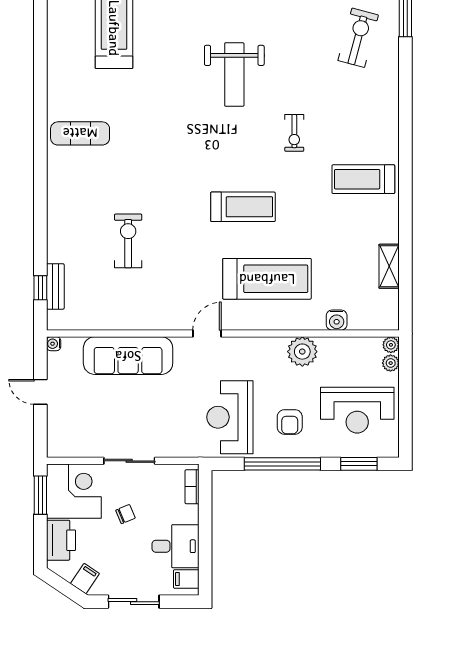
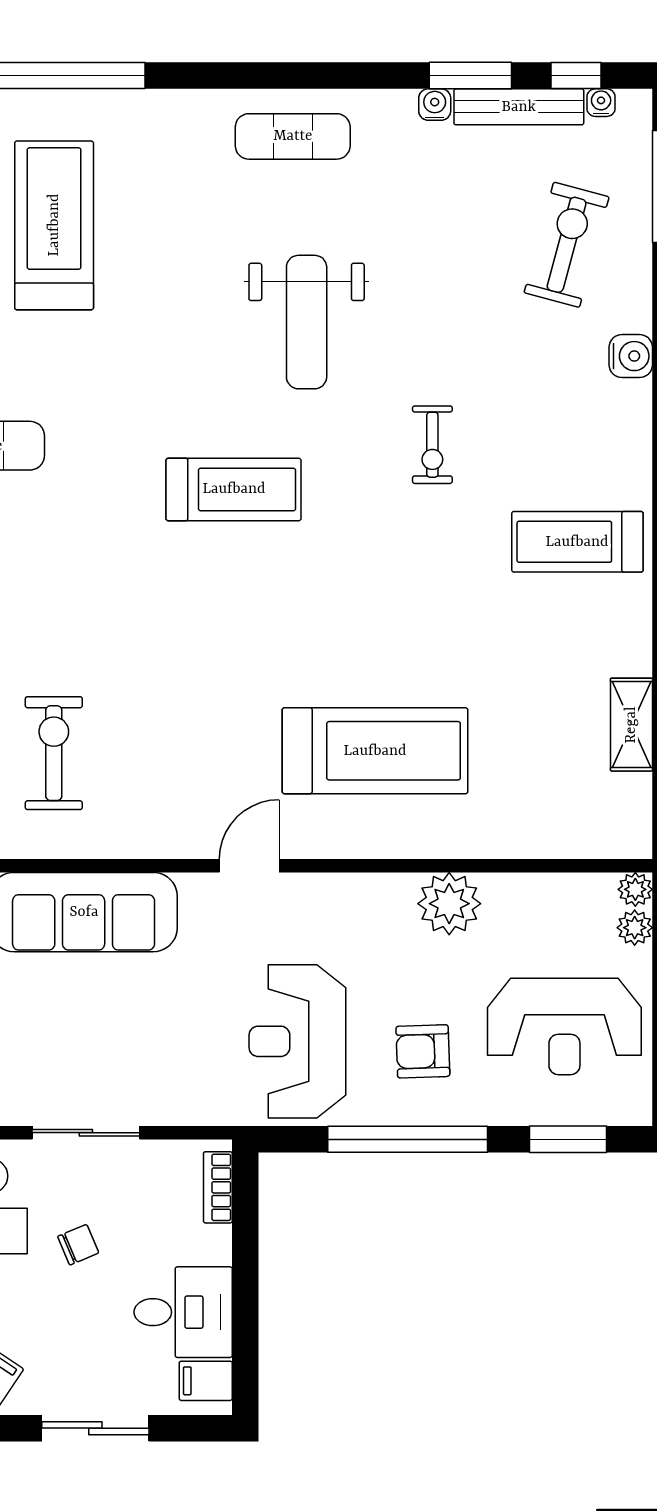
treadmill: (243, 207) -> (234, 489), moved
exercise bike: (128, 241) -> (54, 753), moved
water cooler: (337, 320) -> (631, 356), moved, turned -90
armchair: (290, 422) -> (423, 1051), turned 88

